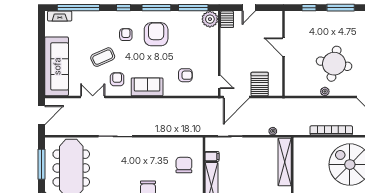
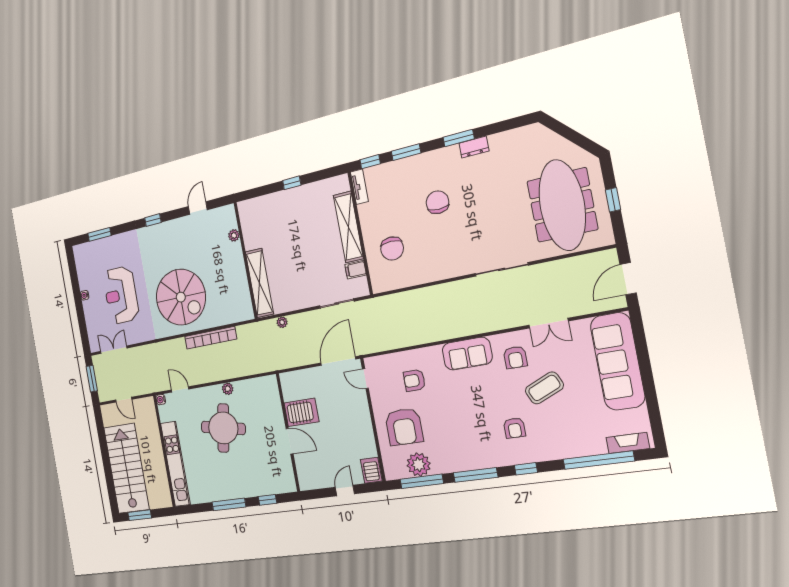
plant: (210, 19) -> (419, 465), moved
armchair: (156, 34) -> (404, 427), moved
server rack: (260, 84) -> (301, 412), moved, turned -90
window: (42, 164) -> (613, 200), width x0.46

